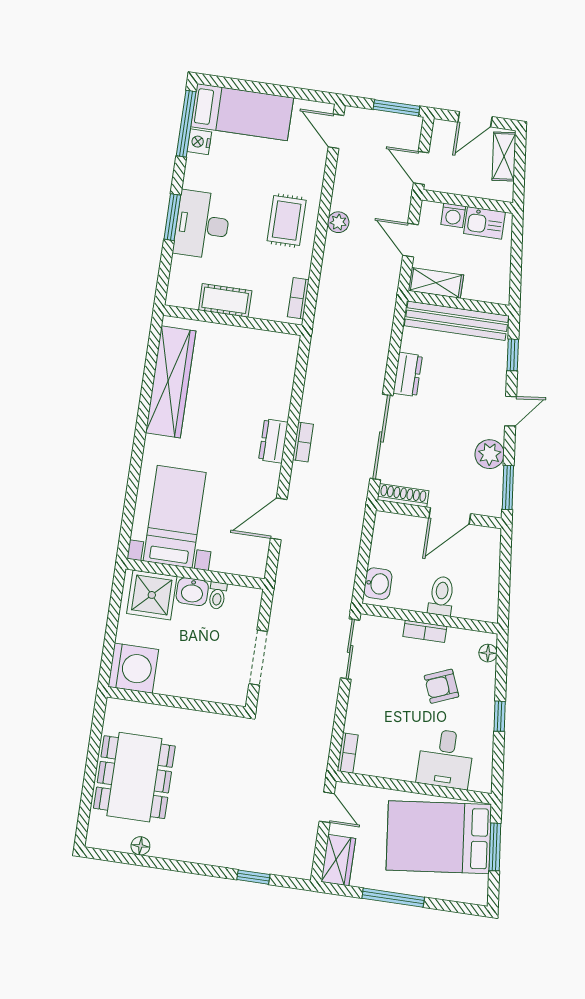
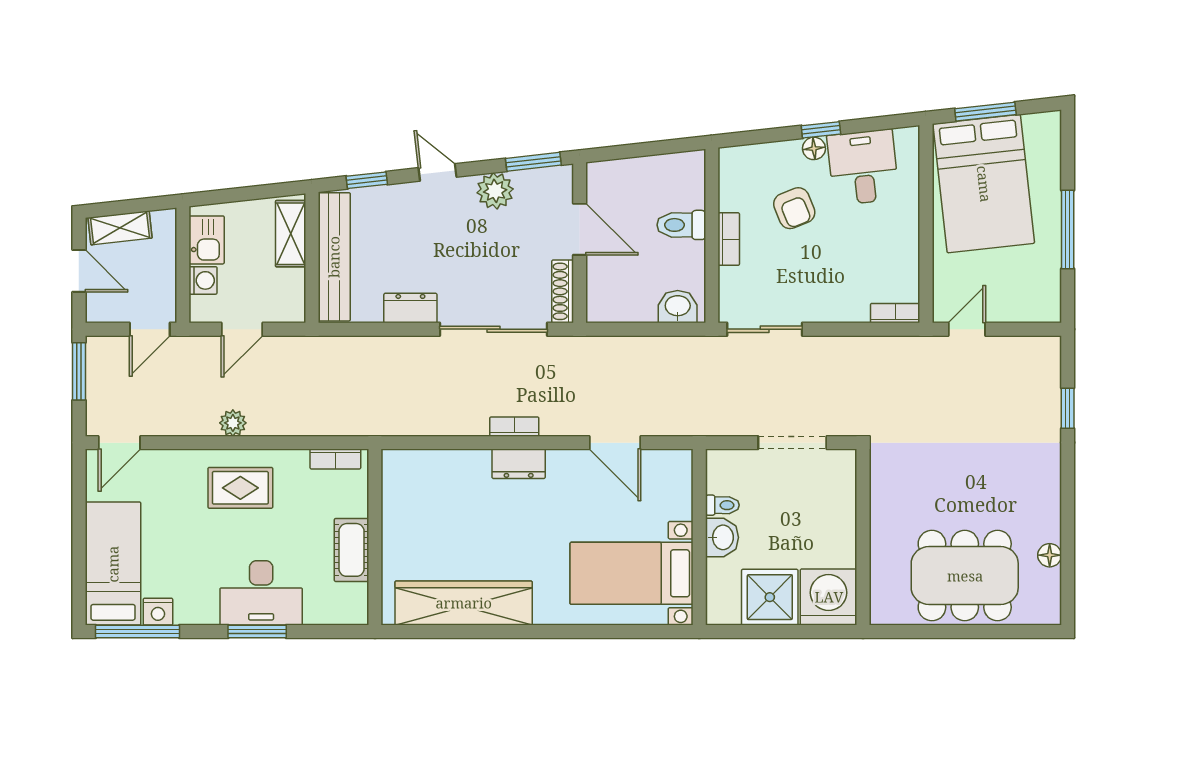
shelving: (436, 283) -> (291, 234), moved
shower: (152, 595) -> (770, 597), moved
floor lamp: (488, 653) -> (814, 148), moved
desk: (445, 759) -> (863, 167), moved, turned -96
wardrobe: (338, 860) -> (1031, 305), removed

